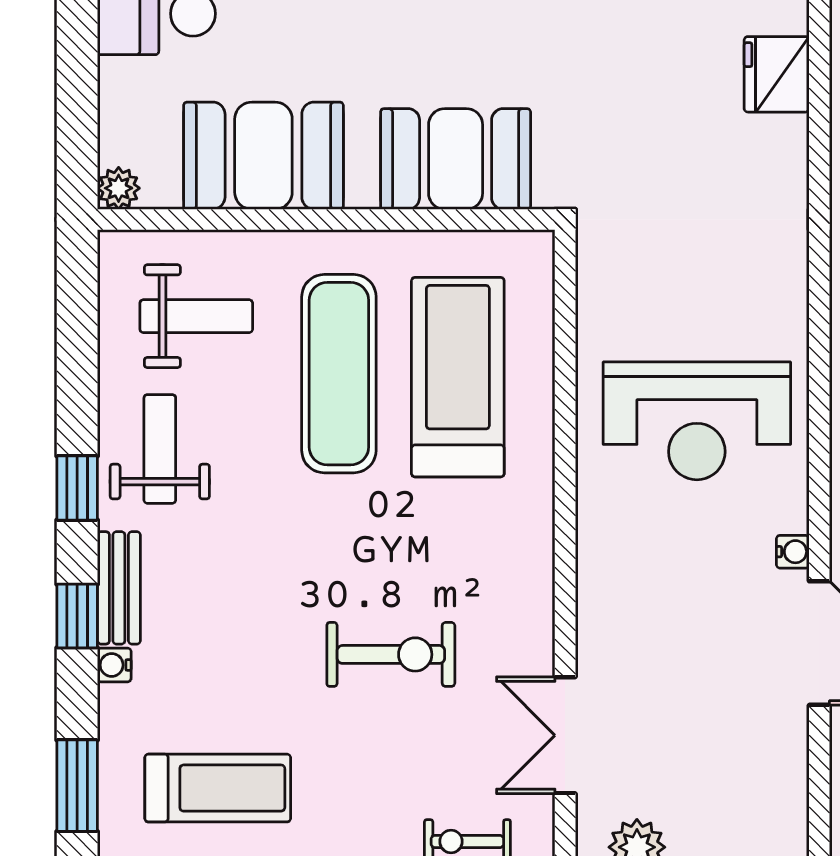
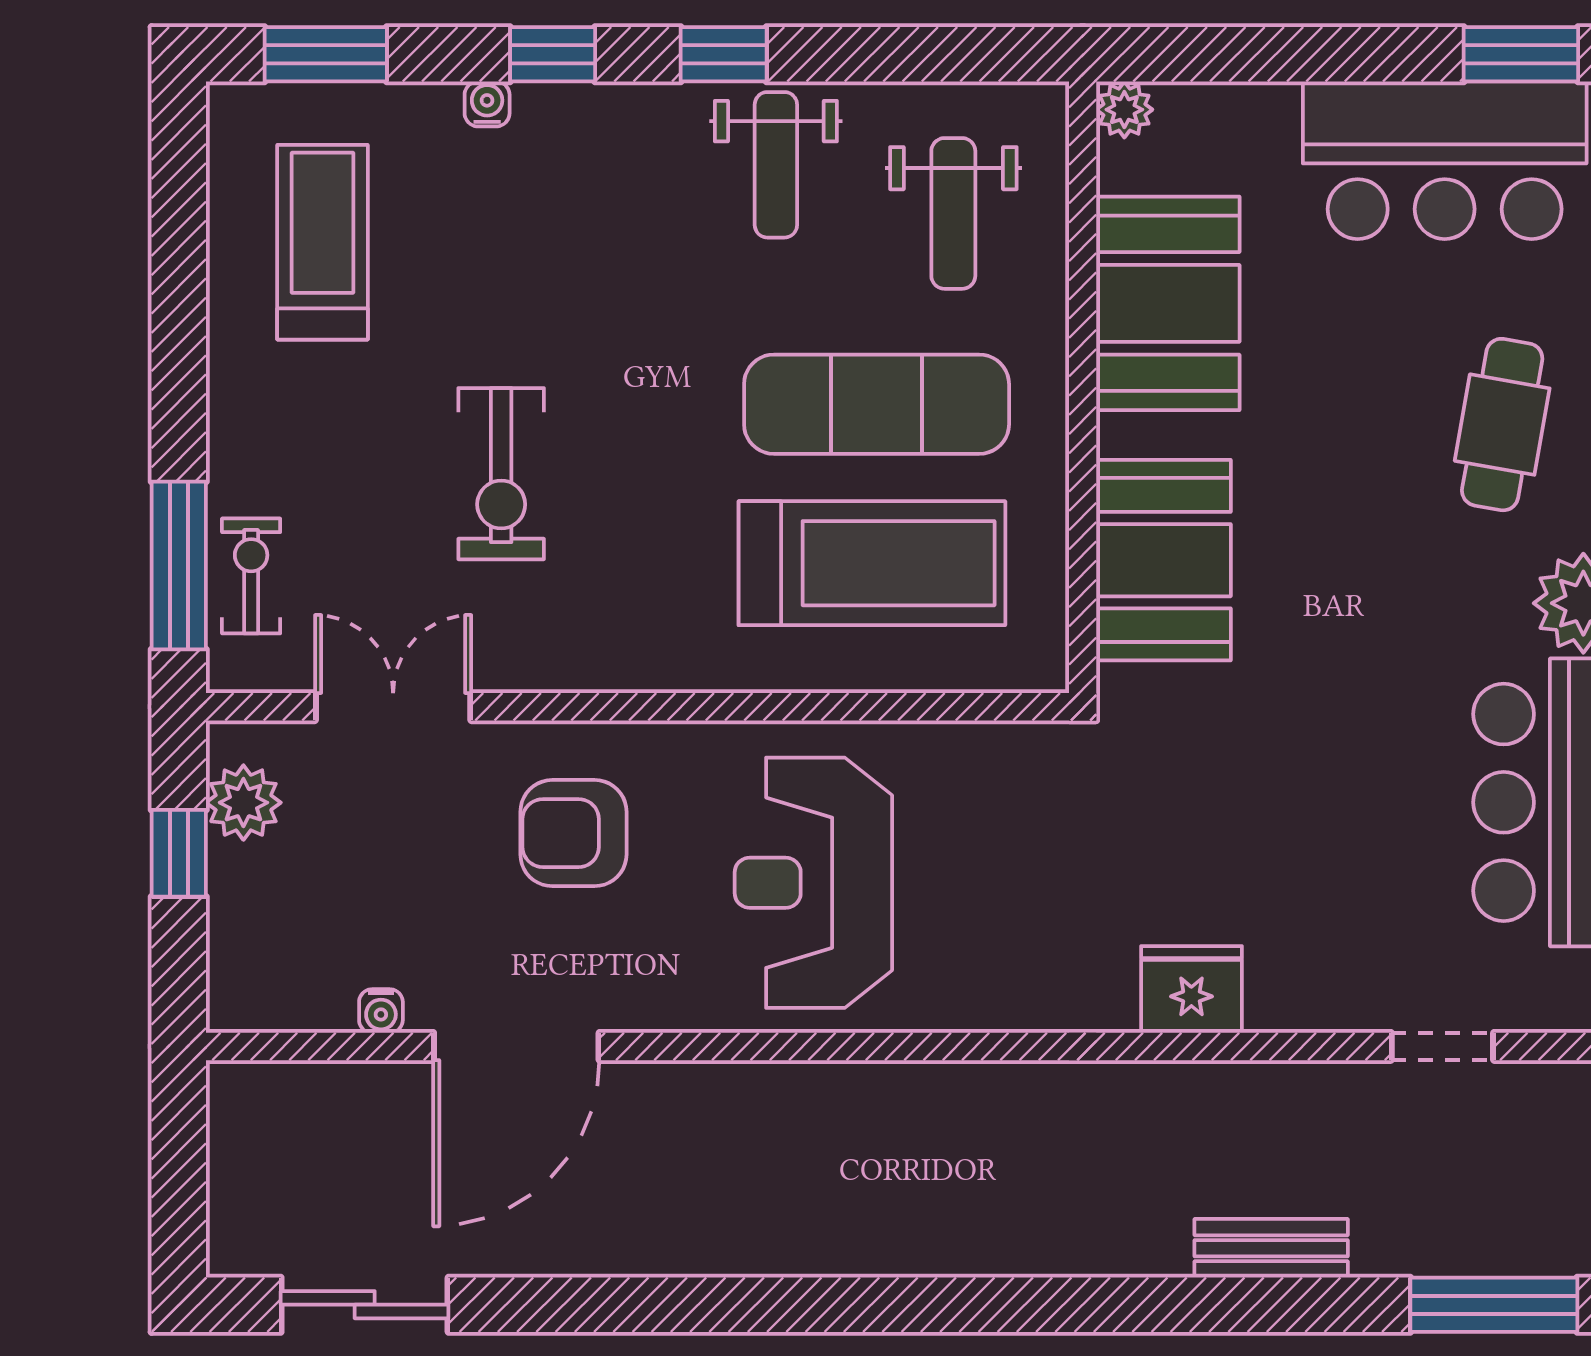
fridge: (777, 74) -> (1191, 989), moved
weight bench: (160, 449) -> (776, 165), turned 90
water cooler: (793, 552) -> (381, 1011), moved
bench: (119, 588) -> (590, 110), removed
armchair: (660, 600) -> (573, 833), added
treadmill: (218, 788) -> (323, 242), turned 180

